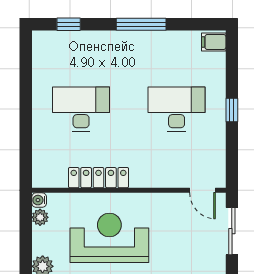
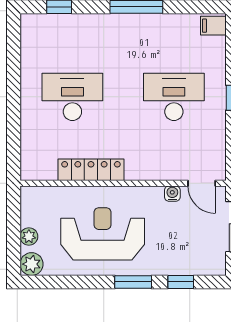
water cooler: (39, 200) -> (172, 194), moved, turned 90
plant: (40, 217) -> (29, 236), moved

